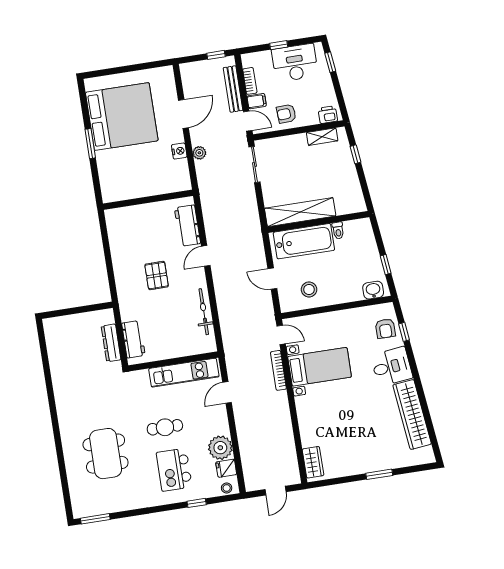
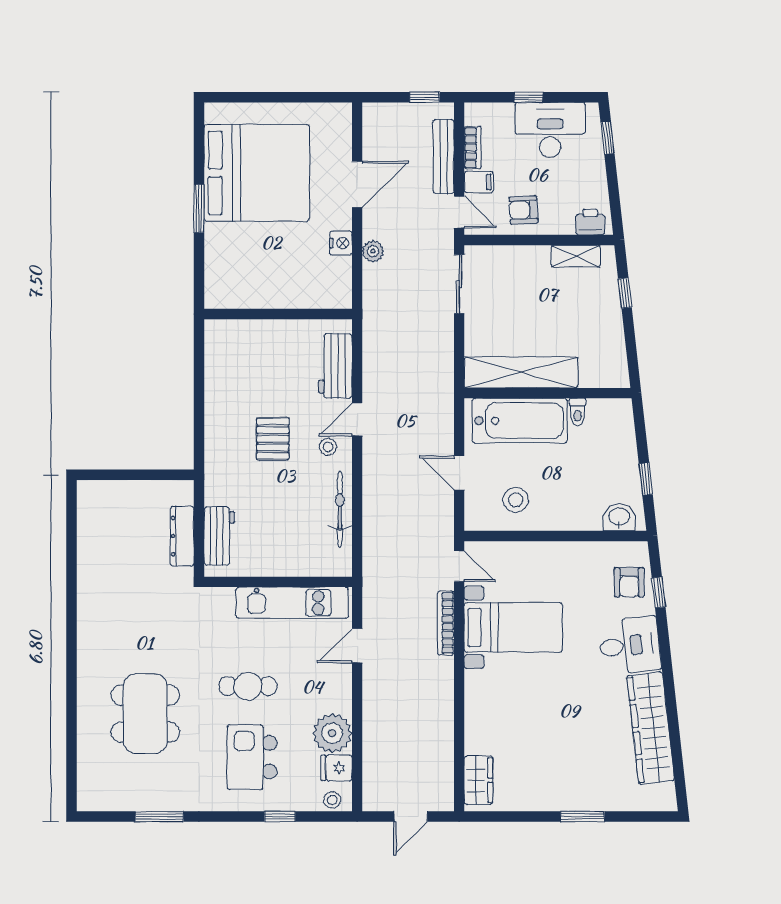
stool: (191, 275) -> (328, 447), added
window: (95, 519) -> (159, 817), moved

